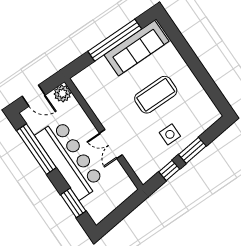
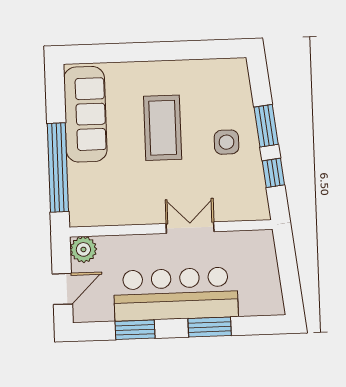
window: (115, 40) -> (58, 167), moved
double door: (111, 144) -> (190, 228), swing flipped
window: (36, 149) -> (135, 330), width x0.47
window: (73, 203) -> (210, 327), moved

